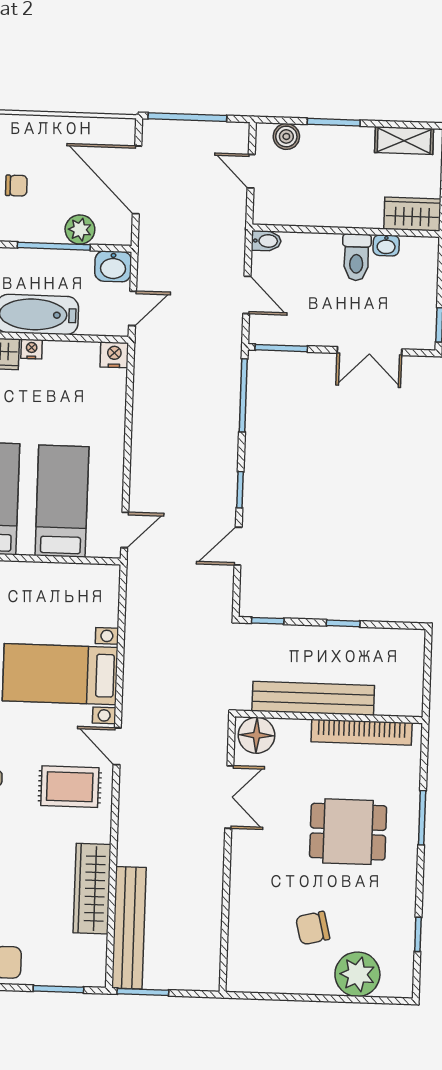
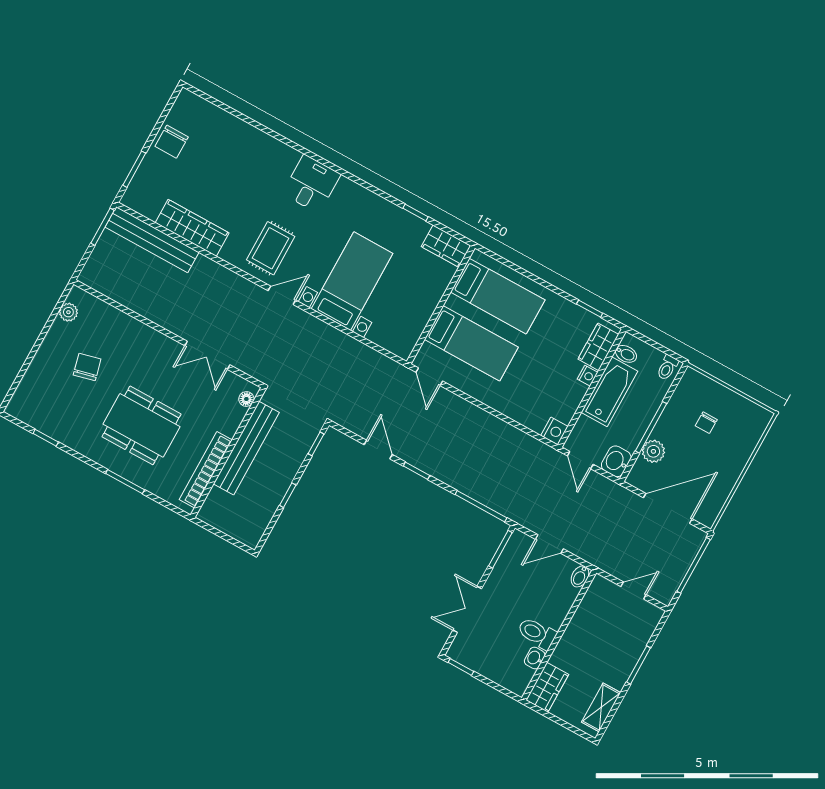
boiler: (286, 136) -> (645, 627), removed
floor lamp: (256, 735) -> (246, 399), width x0.53, depth x0.53
dining table: (348, 832) -> (141, 425), width x1.38
plant: (357, 974) -> (68, 312), moved, width x0.53, depth x0.53

